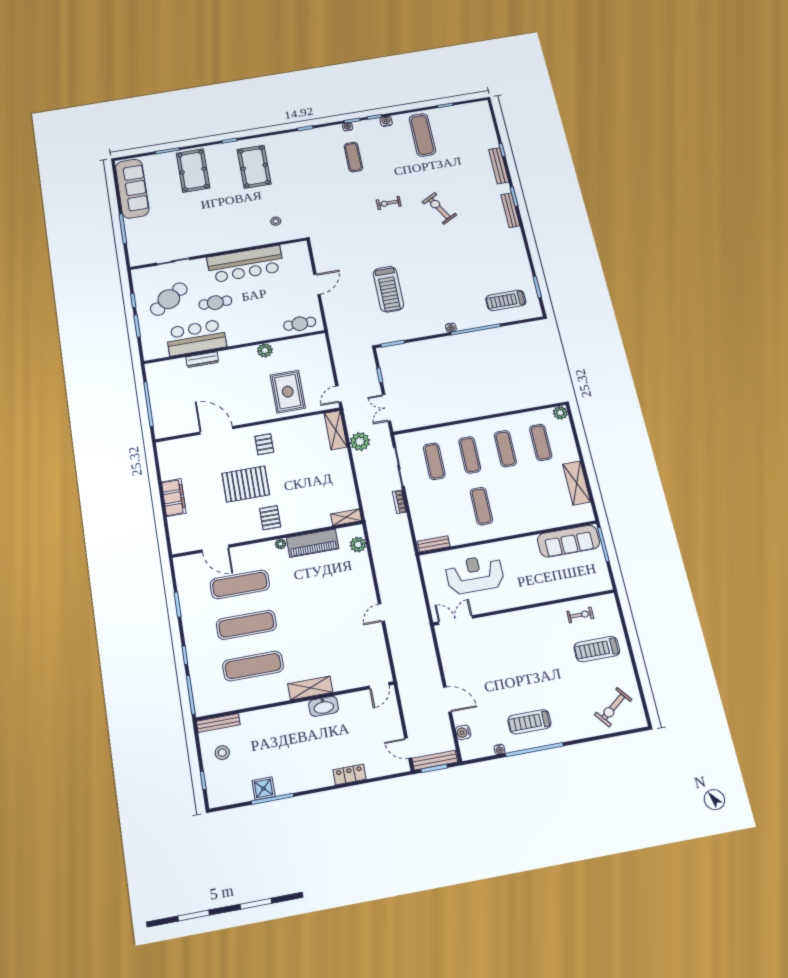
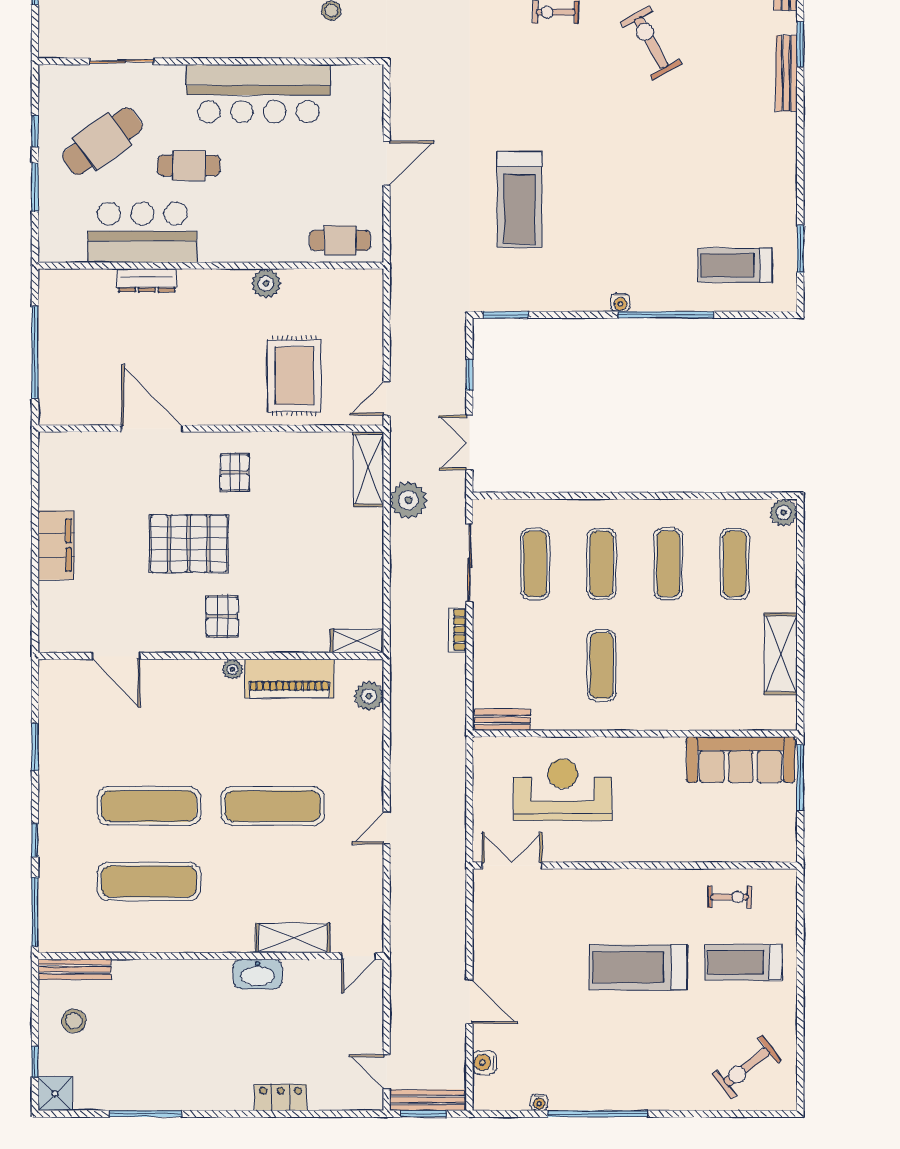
exercise mat: (240, 584) -> (273, 806), moved
shelving: (310, 688) -> (293, 938), moved
treadmill: (529, 722) -> (638, 967), moved, width x1.37, depth x1.38
shower: (264, 788) -> (55, 1094), moved

